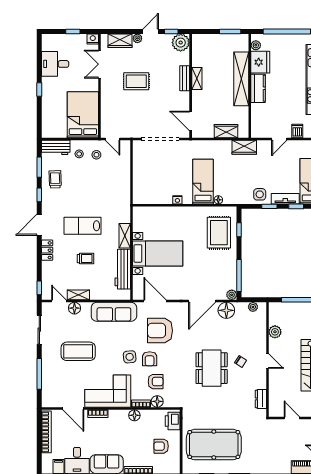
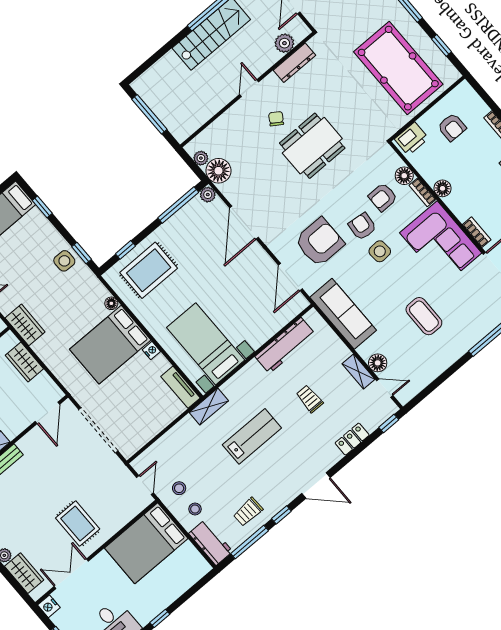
double door: (100, 64) -> (71, 574), swing flipped
rug: (136, 81) -> (78, 524), moved
window: (39, 167) -> (250, 542), width x1.44
bed: (203, 182) -> (110, 345), width x1.50
tv unit: (285, 199) -> (180, 387), moved
window: (269, 206) -> (82, 253), moved
lab bench: (83, 226) -> (252, 436), moved, turned -90
shelving: (125, 236) -> (209, 407), moved
locker: (47, 250) -> (352, 439), moved
bed with nightstands: (158, 253) -> (206, 344), moved
door: (59, 301) -> (385, 388), swing flipped
door: (202, 301) -> (244, 223), swing flipped
floor lamp: (226, 310) -> (218, 171), moved
sliding door: (39, 330) -> (437, 382), removed
armchair: (160, 331) -> (319, 242), turned -90
plant: (275, 332) -> (284, 43), moved
coffee table: (78, 351) -> (424, 316), width x0.73, depth x0.76
armchair: (150, 359) -> (362, 226), turned -84
armchair: (156, 382) -> (383, 197), turned -90
dresser: (261, 399) -> (294, 63), width x1.44

